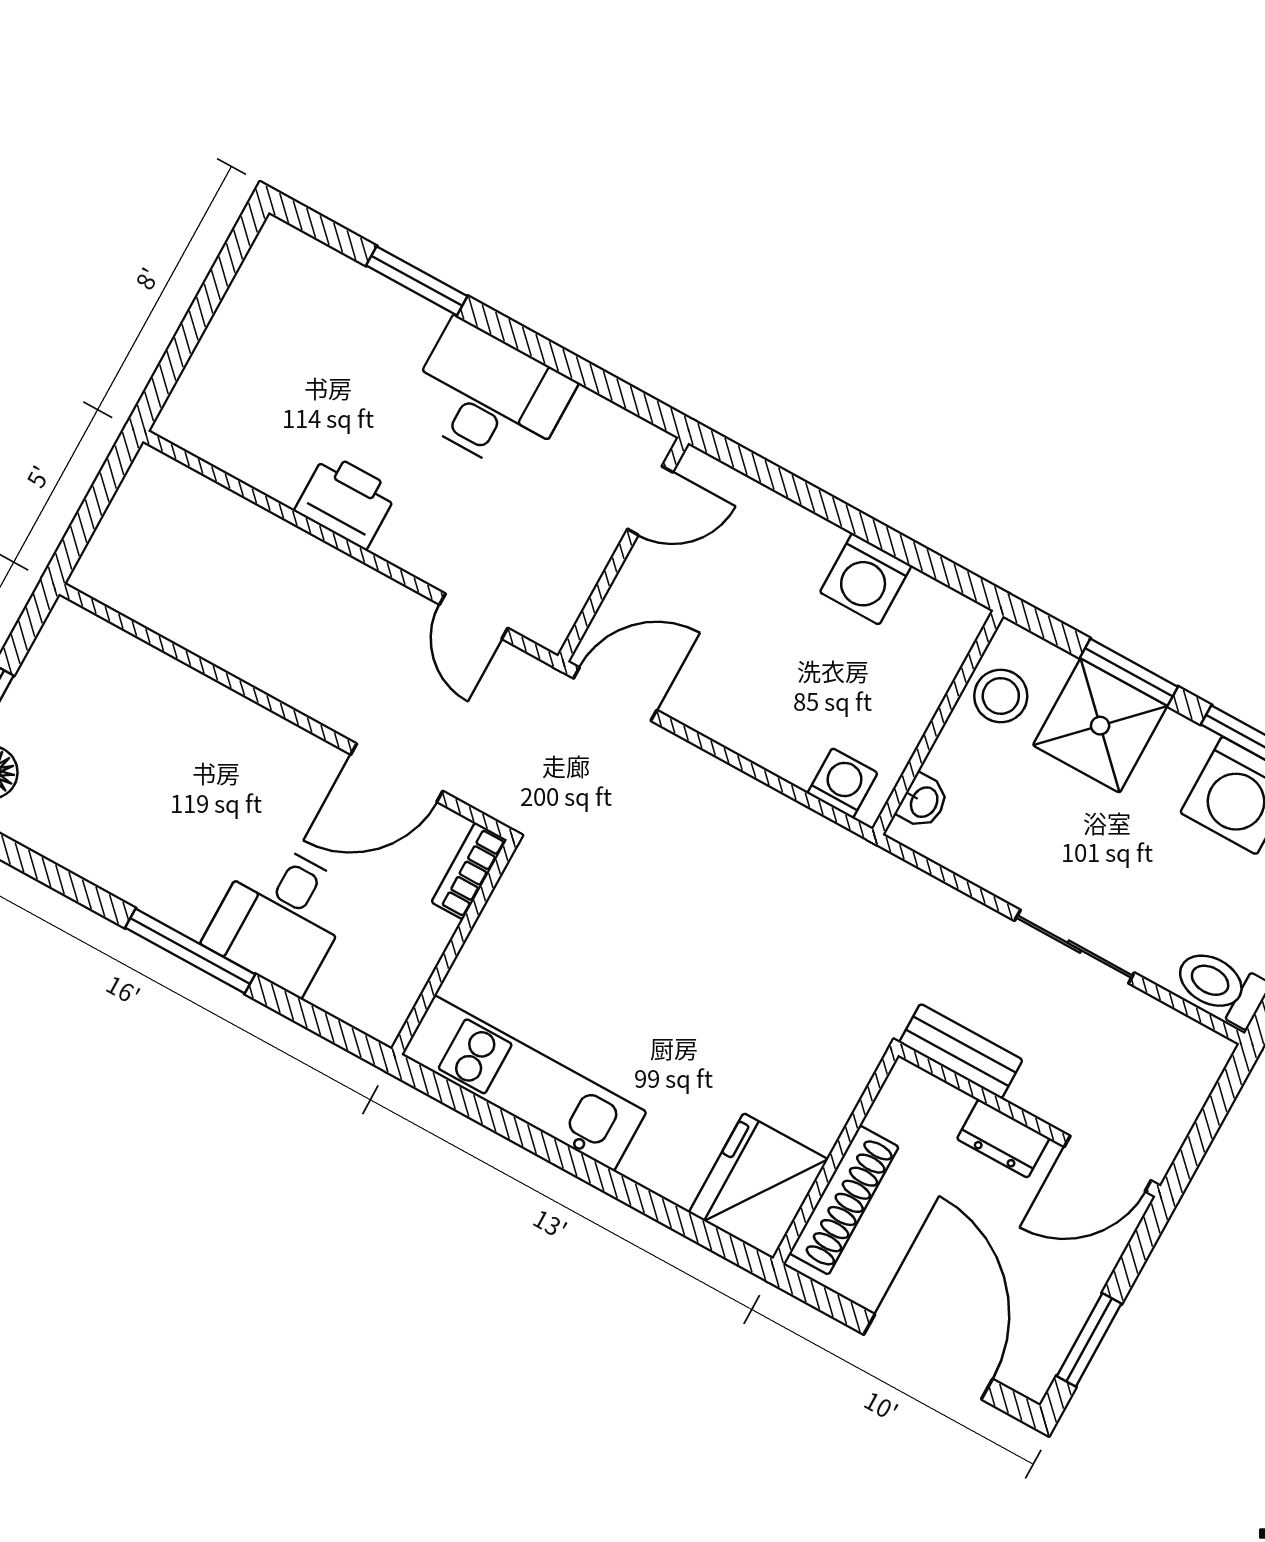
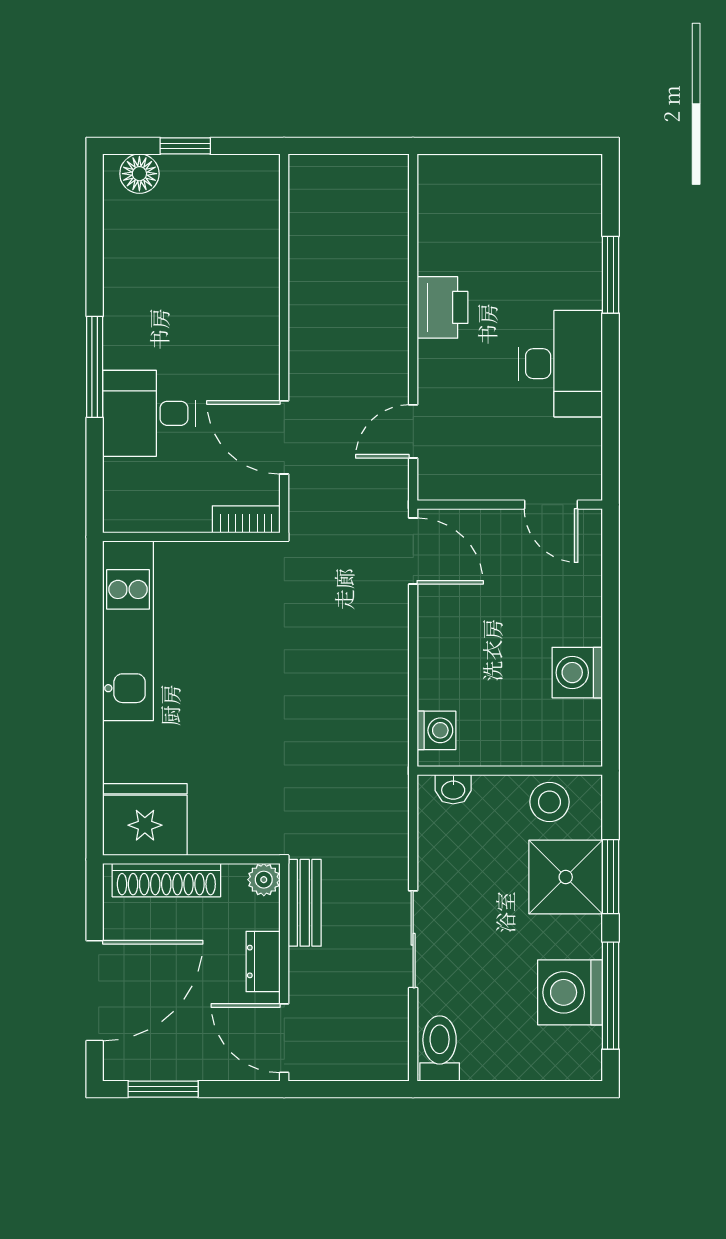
plant: (907, 1084) -> (264, 880), added

